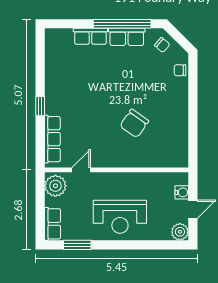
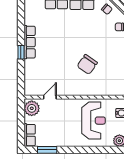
row of seats: (52, 139) -> (30, 42), moved
reception desk: (120, 217) -> (93, 121), moved, turned -90

